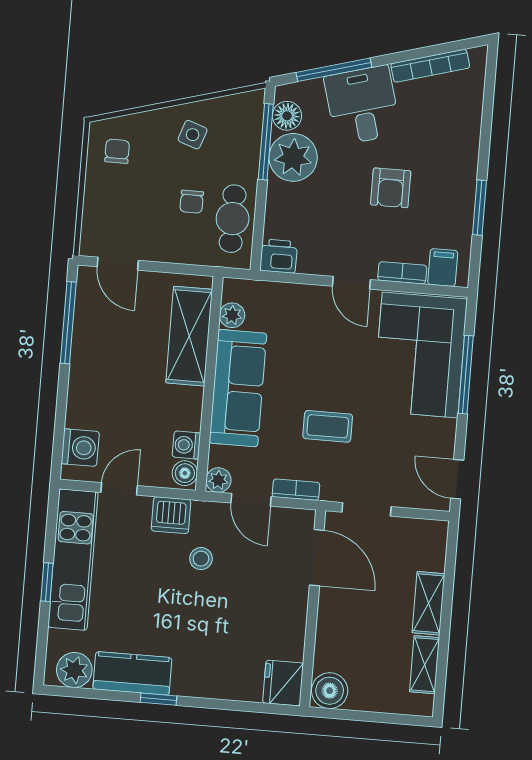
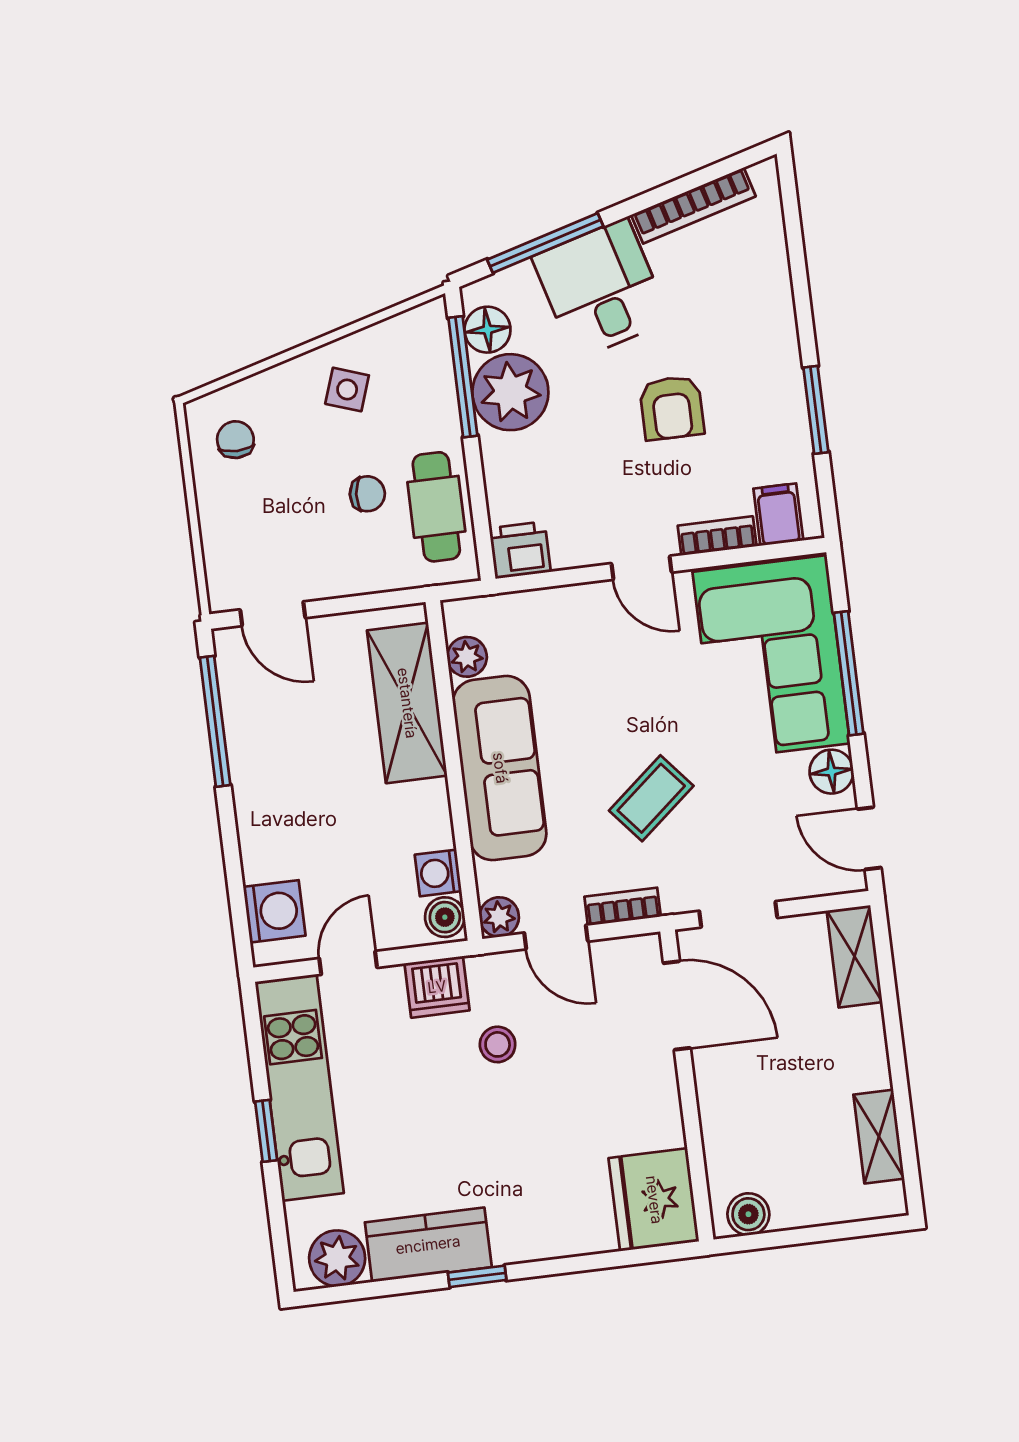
chair: (192, 202) -> (367, 494), turned -85
coffee table: (328, 426) -> (651, 798), turned -40
floor lamp: (442, 433) -> (832, 772), added
shelving: (428, 603) -> (855, 956), moved
fridge: (283, 683) -> (654, 1200), width x1.36, depth x1.34
boiler: (330, 691) -> (748, 1214), width x0.73, depth x0.73

